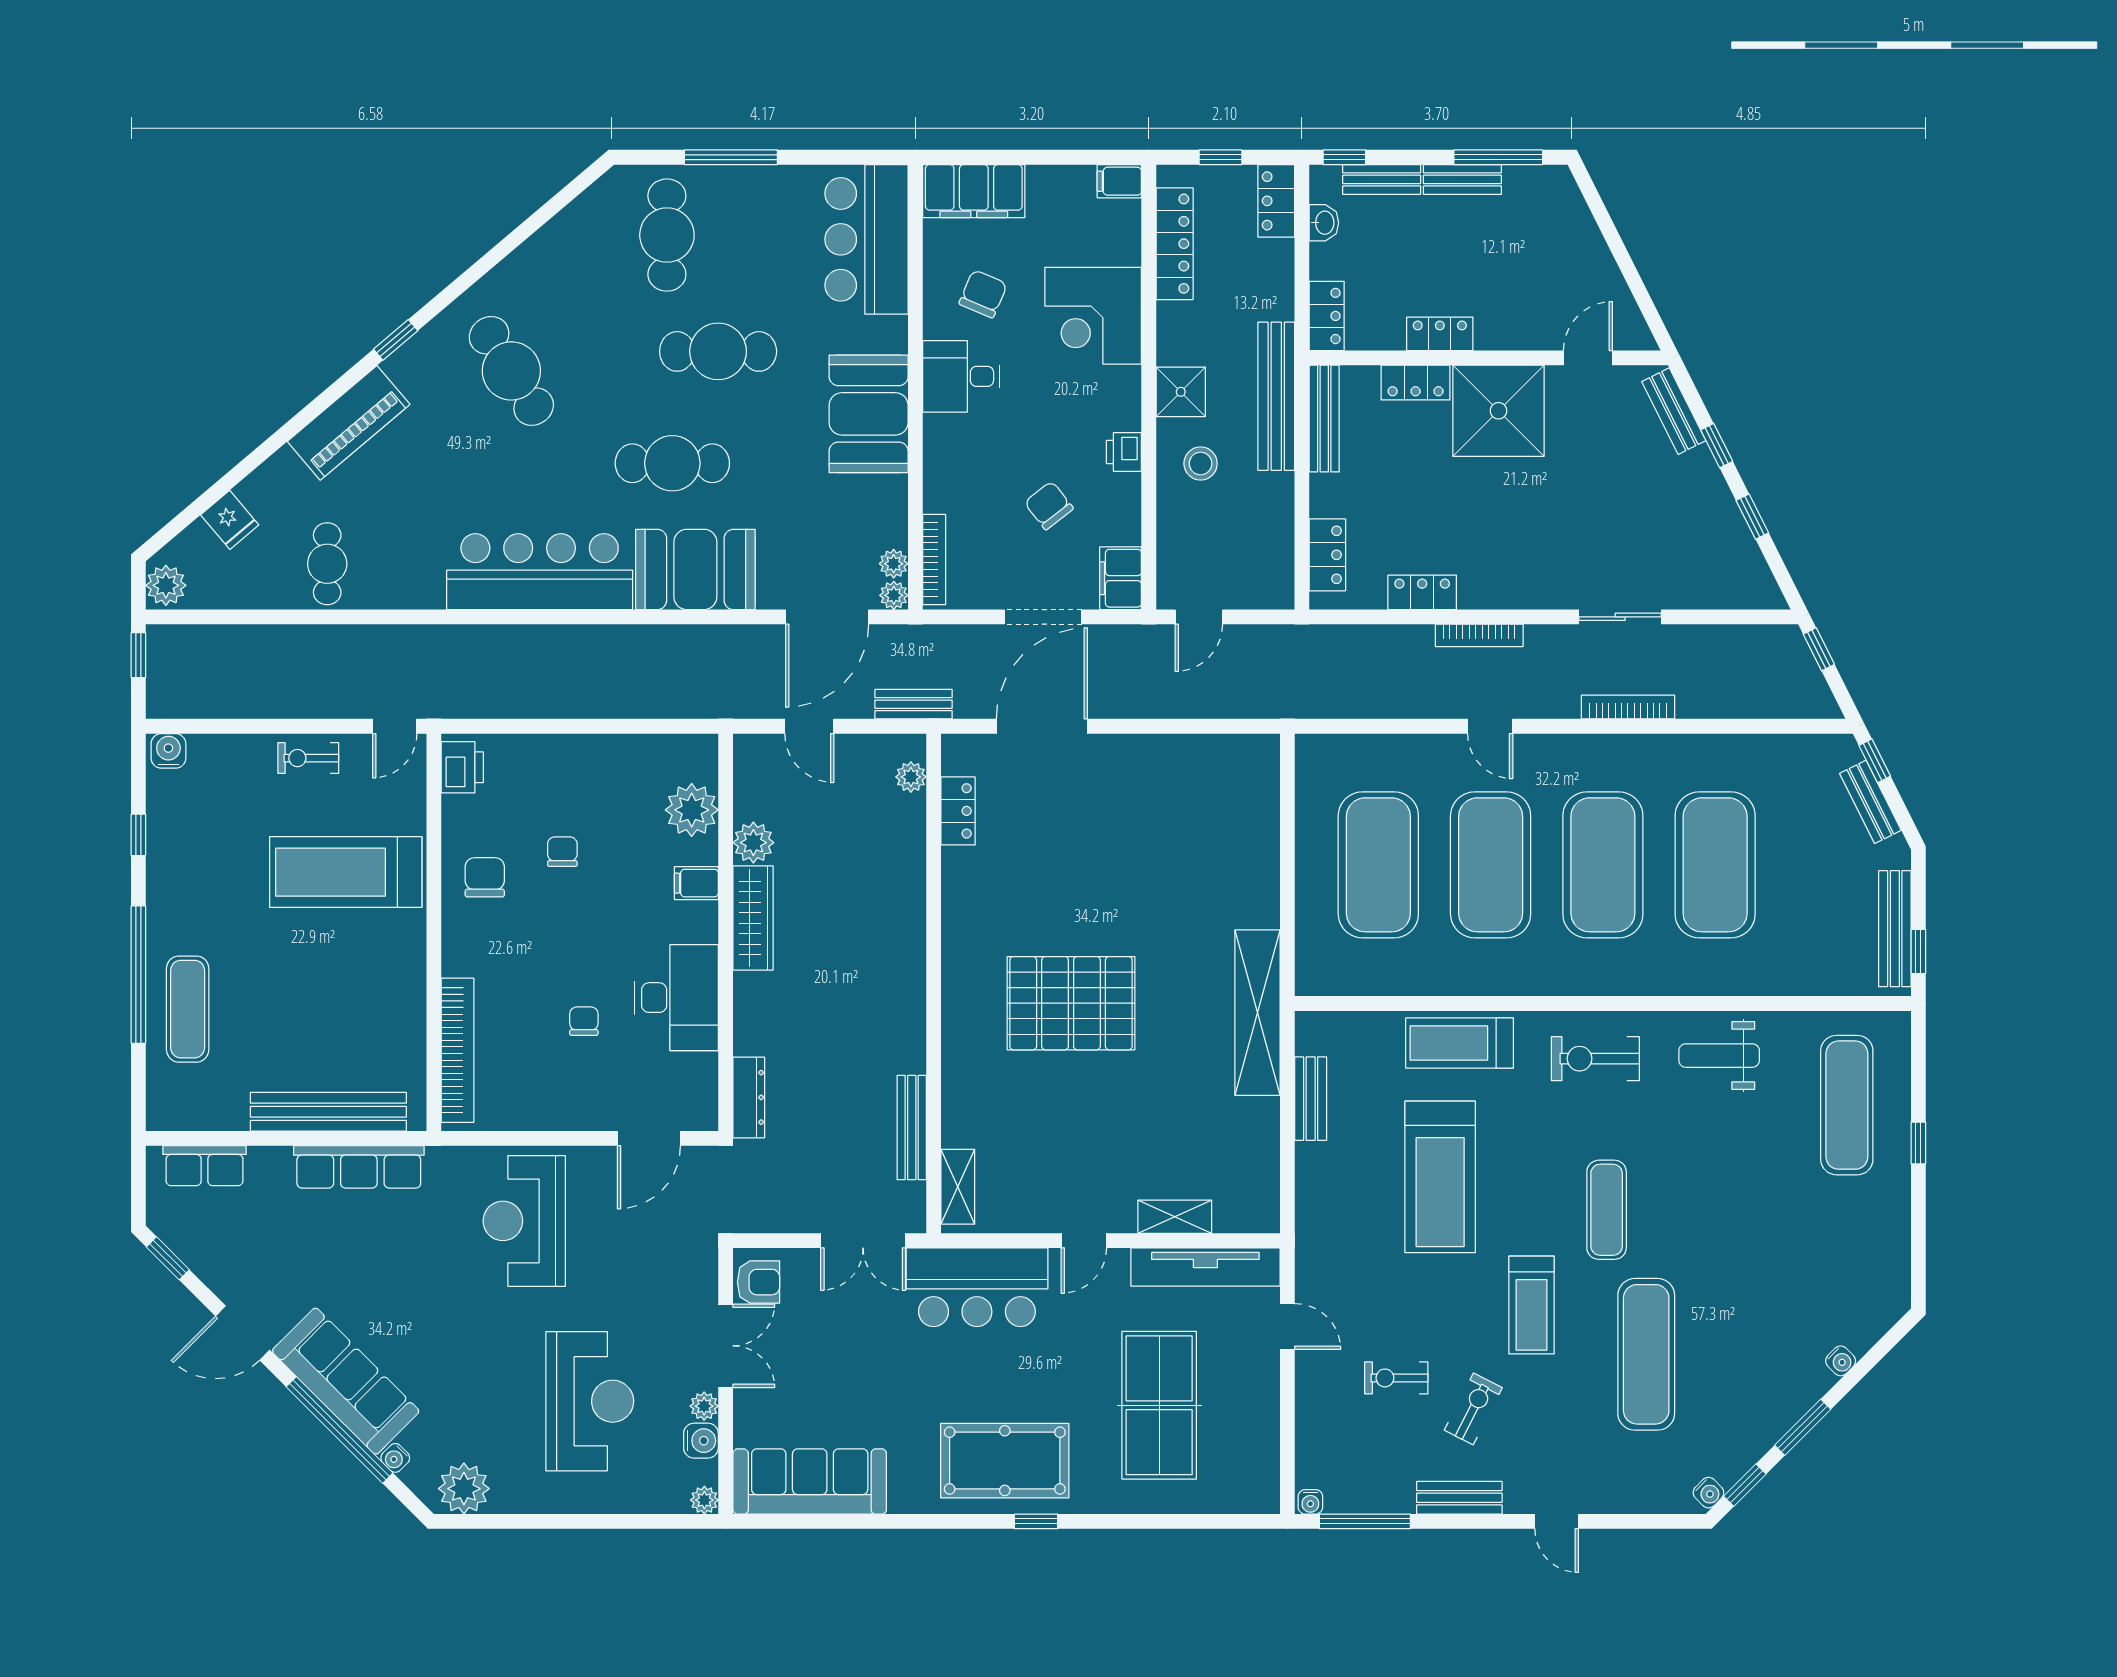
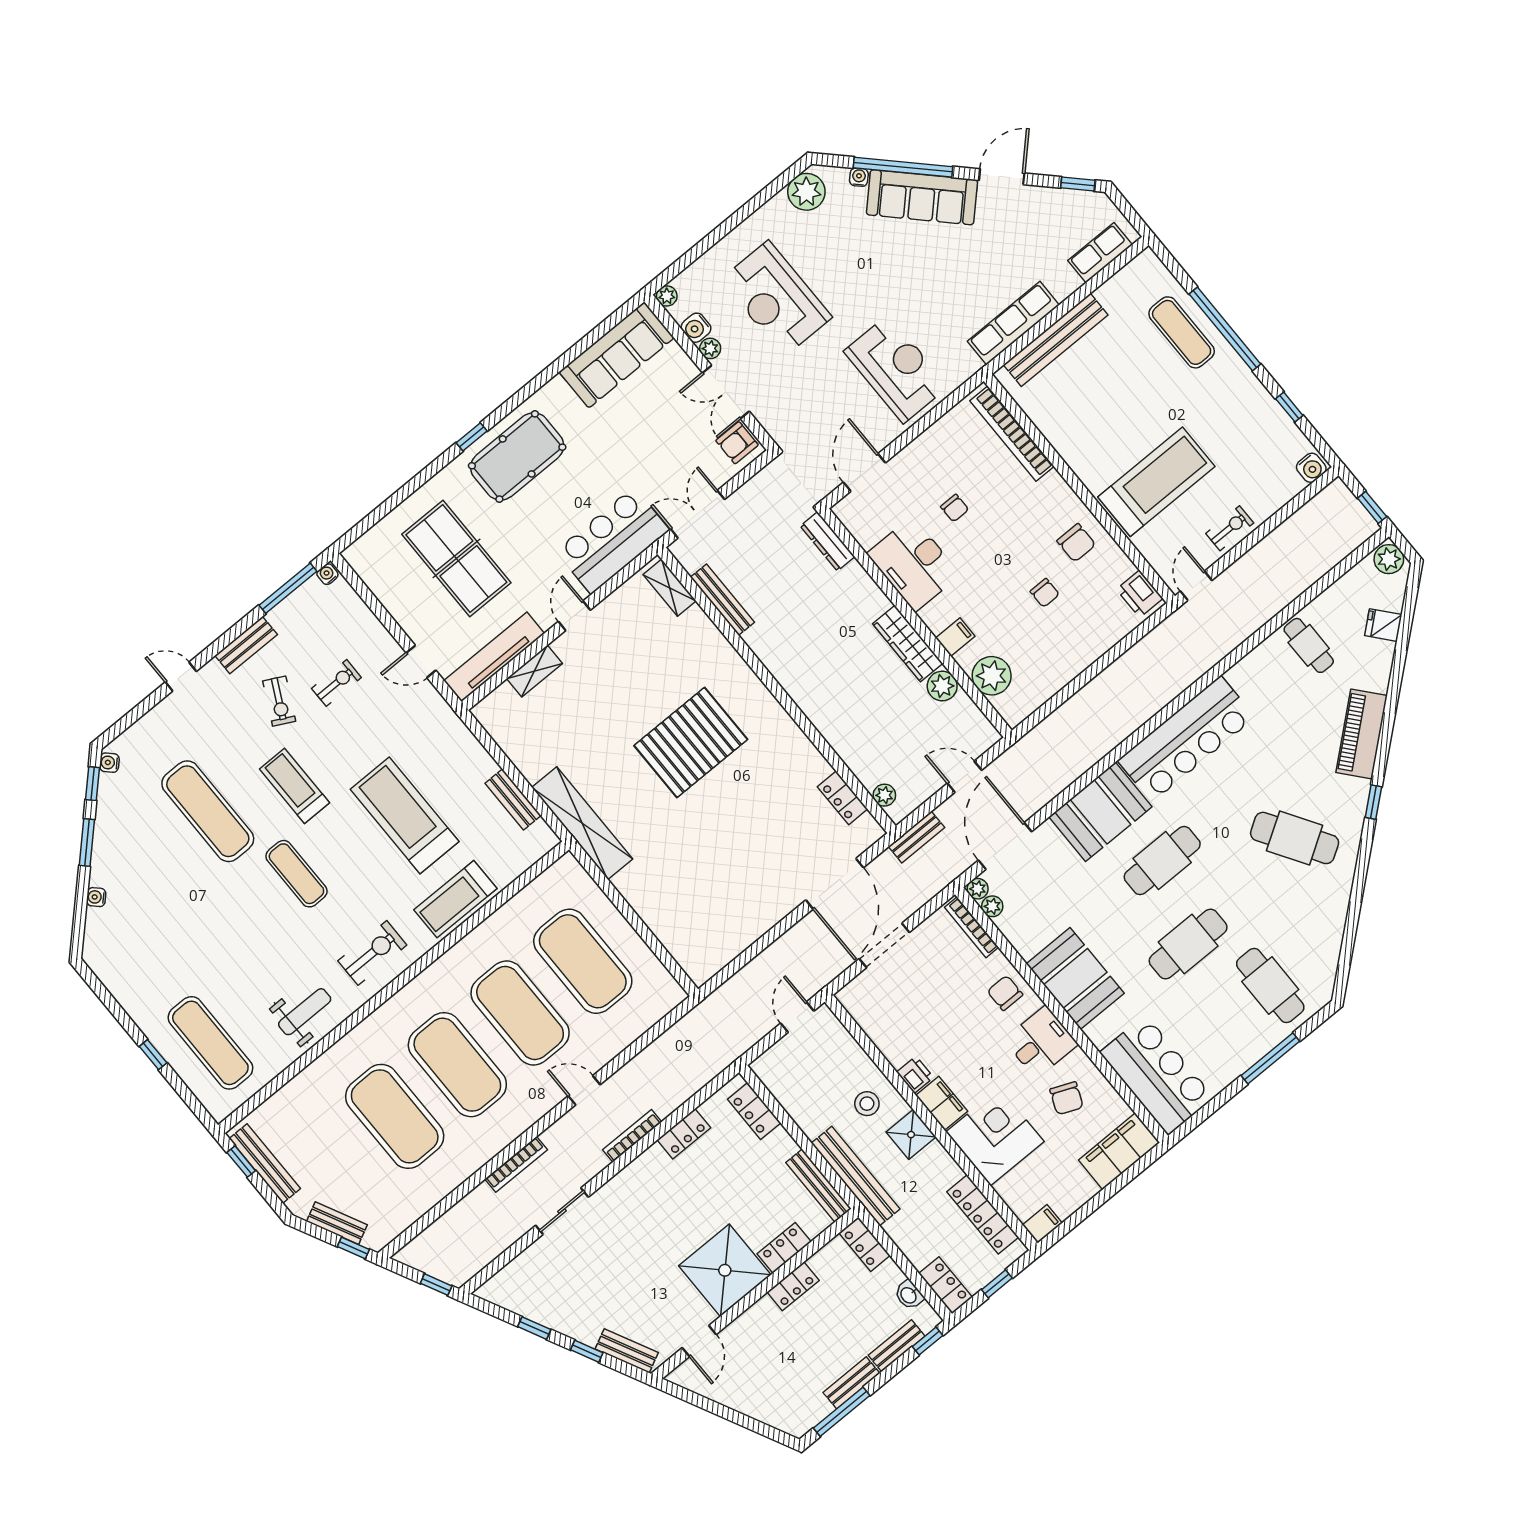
chair: (1049, 506) -> (1005, 993), moved, turned -142
filing cabinet: (1121, 578) -> (942, 1103), moved
treadmill: (1460, 1043) -> (455, 899), turned 180

